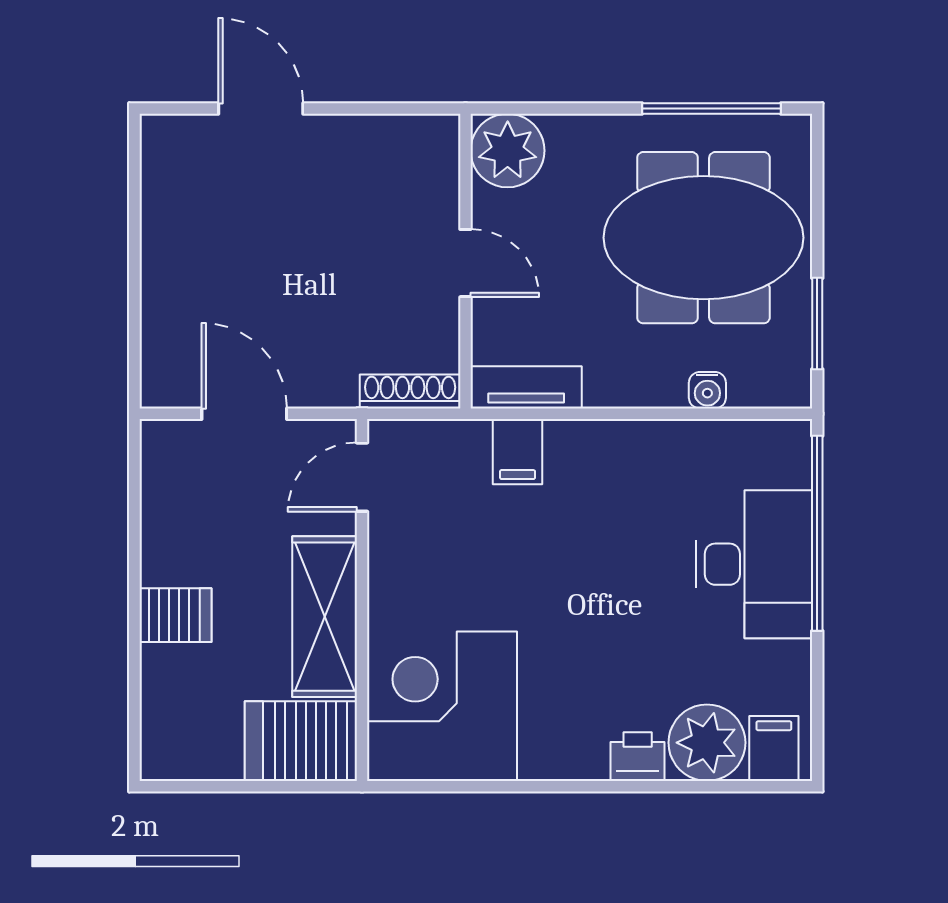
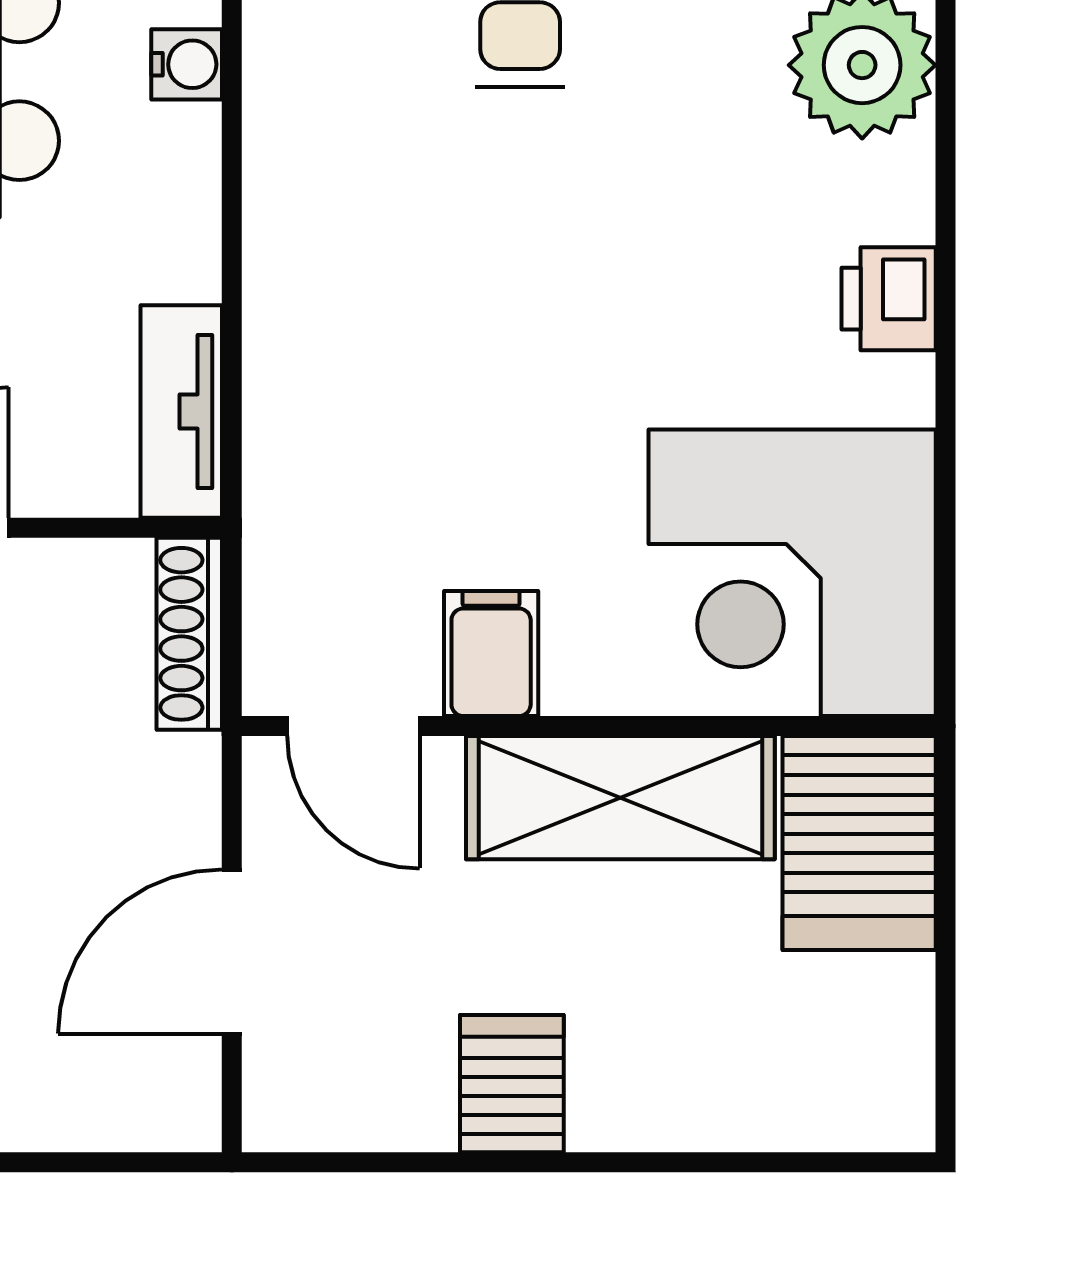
filing cabinet: (518, 452) -> (491, 653), moved, turned -90
server rack: (175, 615) -> (512, 1084), moved
printer: (638, 757) -> (889, 299), moved

